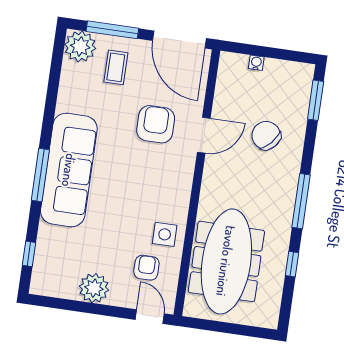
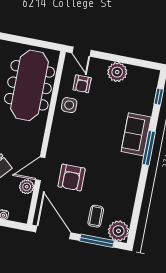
plant: (223, 107) -> (27, 187), added
sofa: (69, 170) -> (136, 134), width x0.54, depth x0.79

